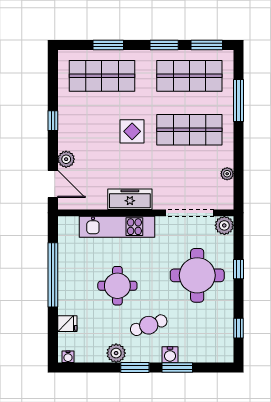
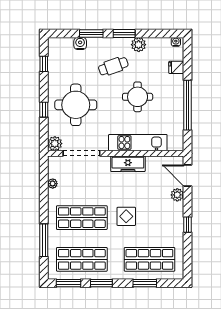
water cooler: (170, 355) -> (80, 43), moved

